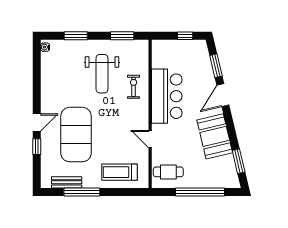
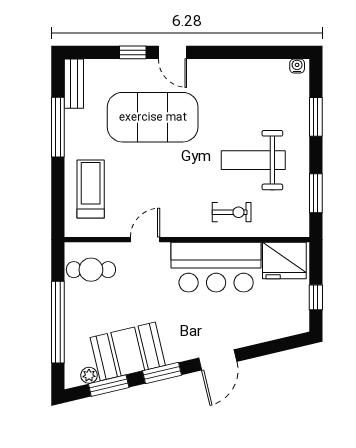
fridge: (163, 55) -> (284, 261), added
window: (216, 66) -> (162, 373), moved
door: (223, 95) -> (218, 360), swing flipped
booth: (215, 136) -> (128, 351), moved
cafe table: (168, 172) -> (91, 270), turned 90
plant: (232, 173) -> (89, 375), added
bench: (67, 182) -> (74, 84), moved

